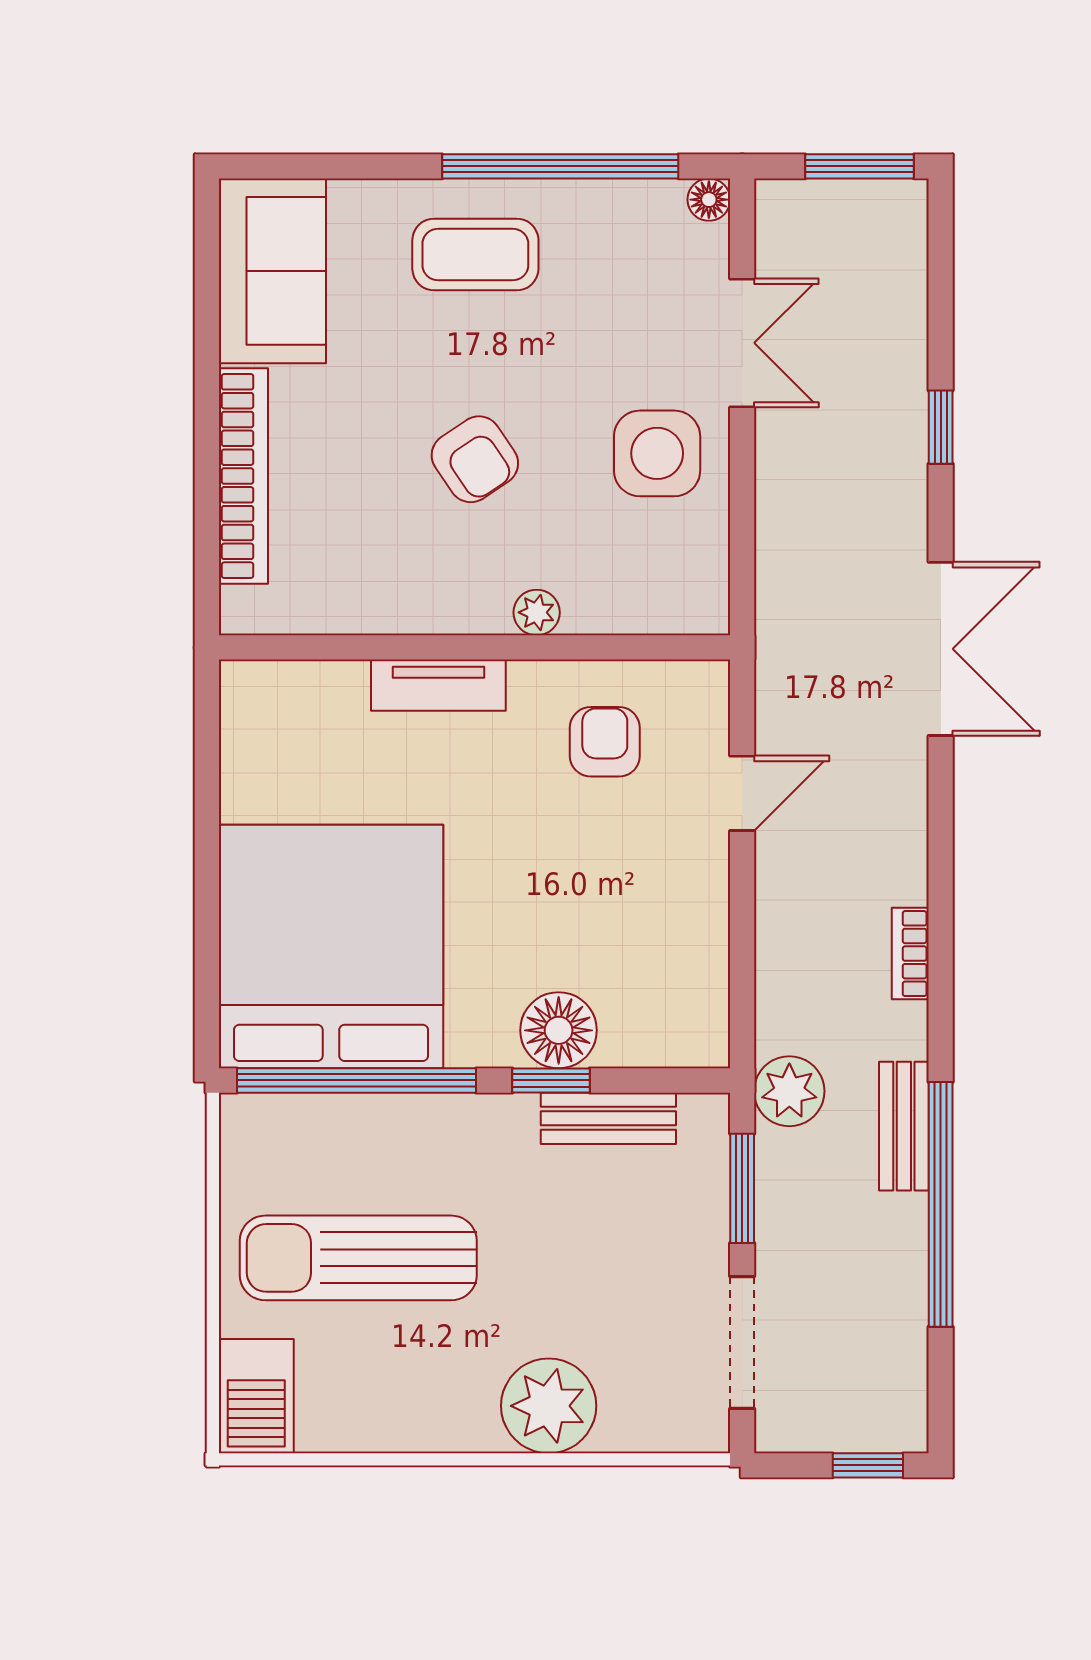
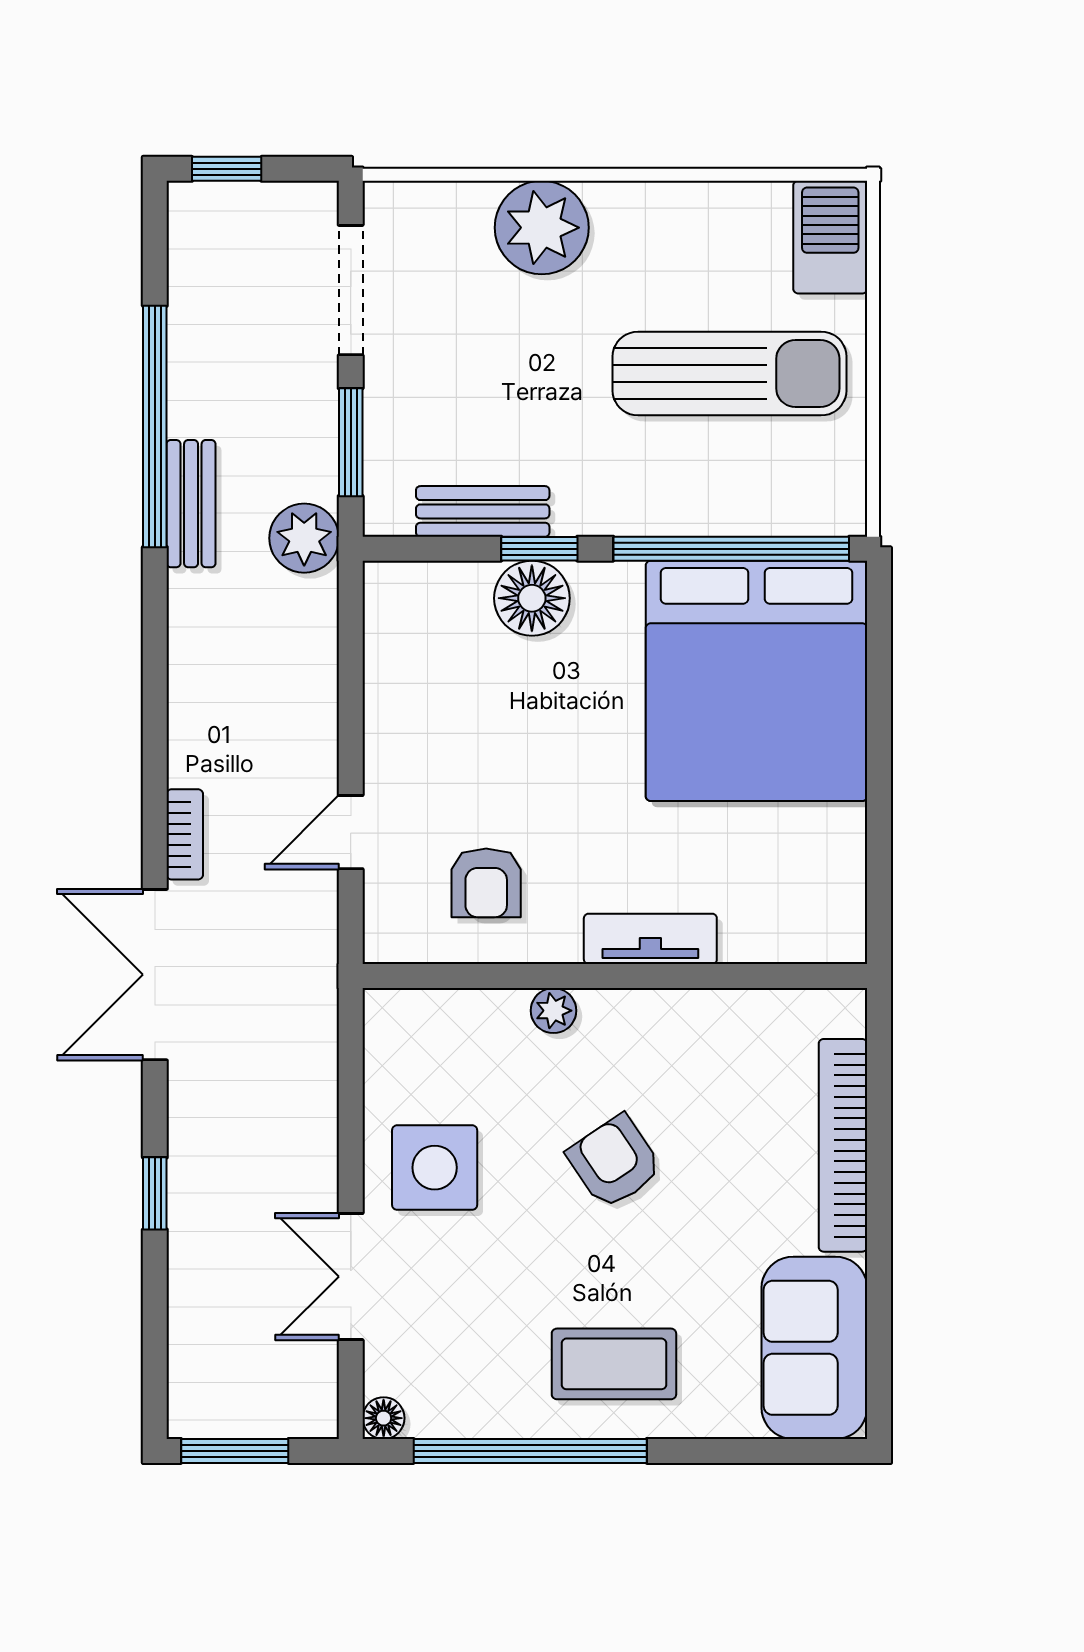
bookcase: (910, 954) -> (185, 834), moved

